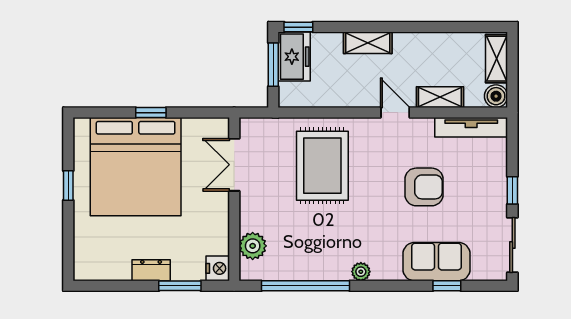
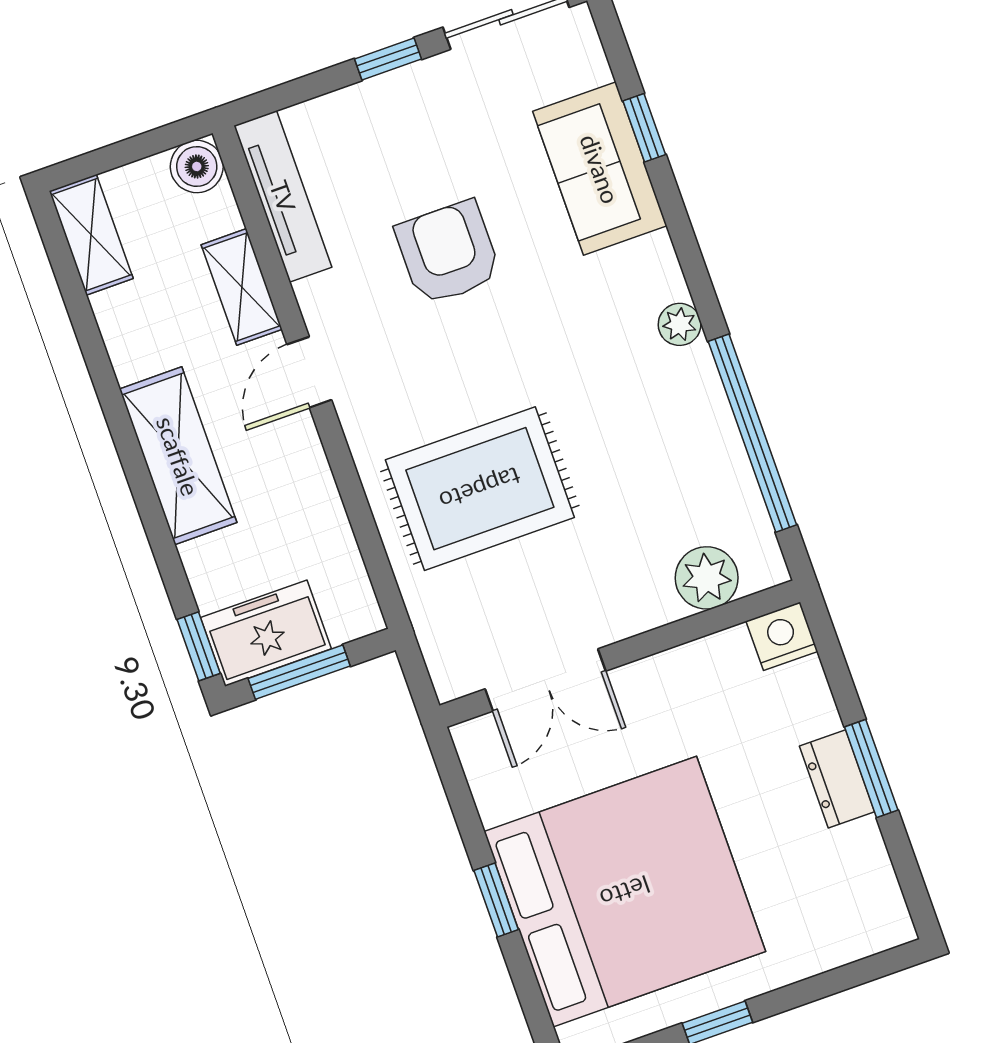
shelving: (368, 43) -> (178, 456), width x1.50, depth x1.33
shelving: (497, 59) -> (91, 235), moved, turned 90
window: (180, 286) -> (871, 769), moved

